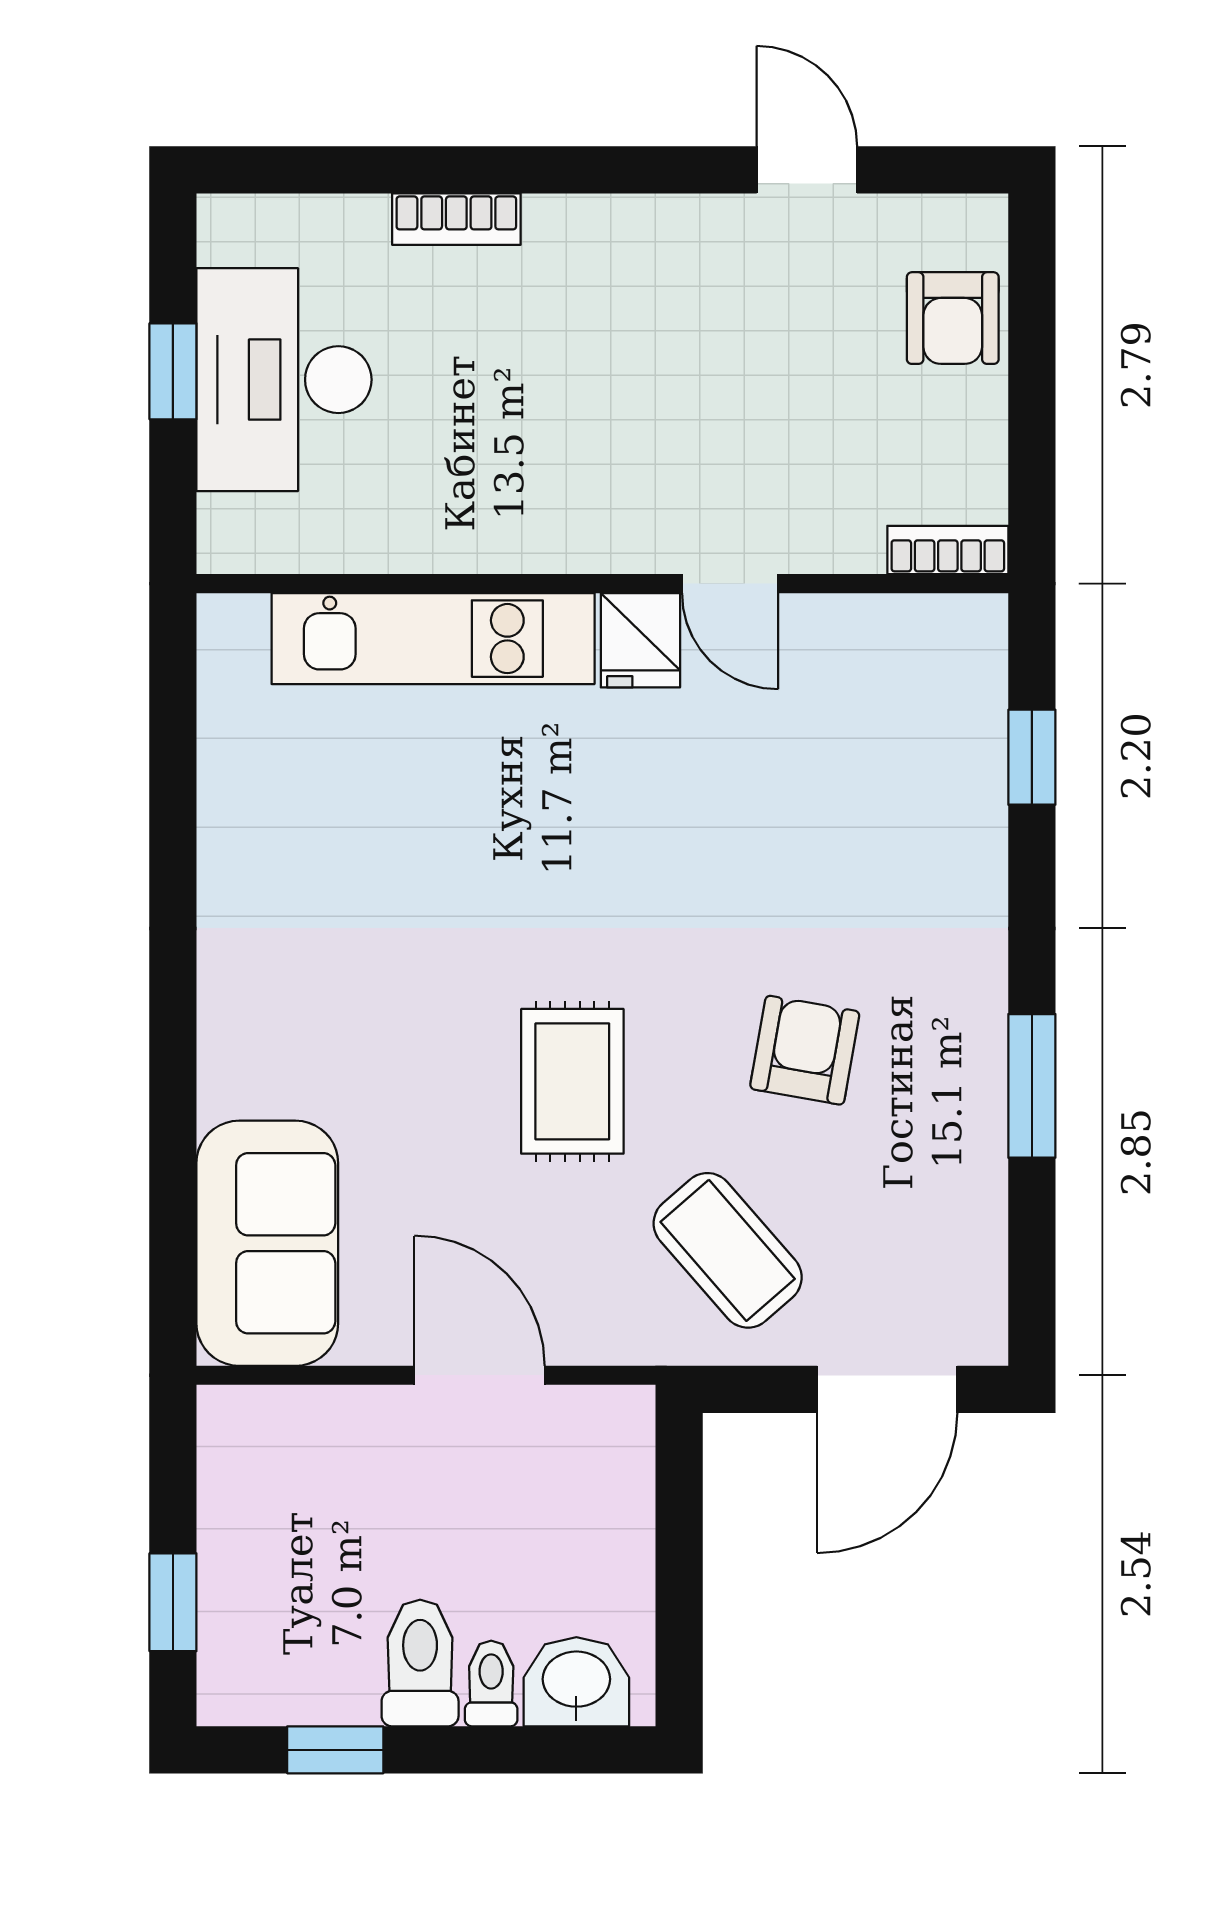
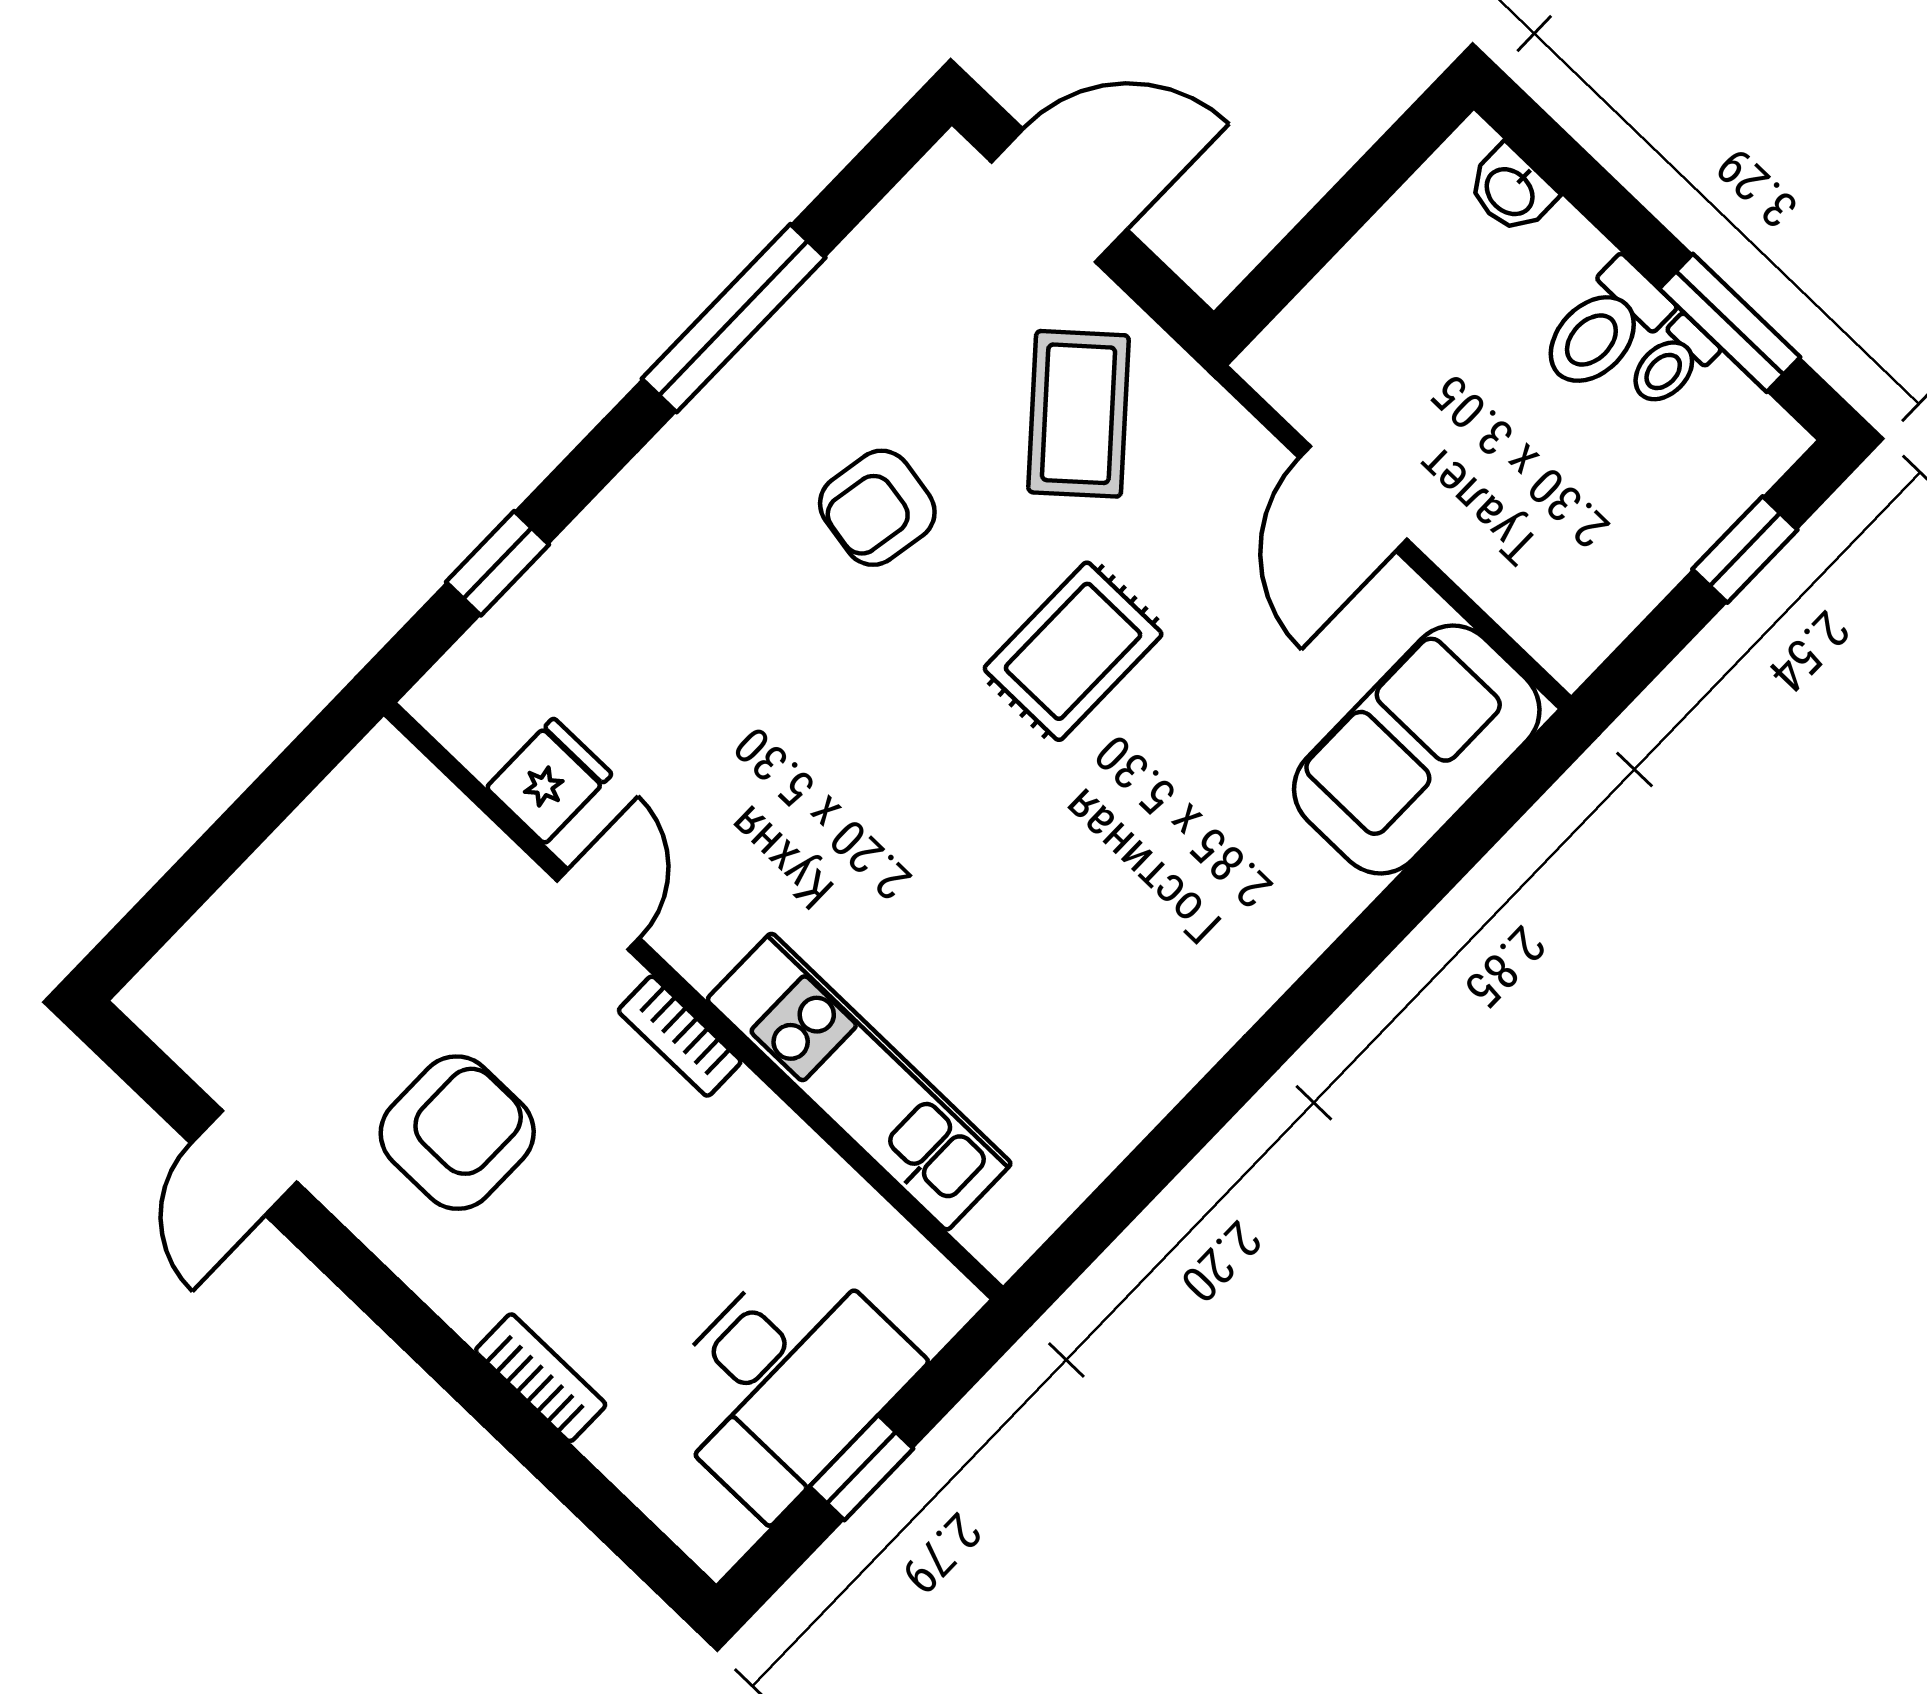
armchair: (953, 318) -> (457, 1133), moved, width x1.38, depth x1.38
bookcase: (948, 550) -> (680, 1036), moved
fridge: (640, 640) -> (549, 781), moved
window: (1032, 1086) -> (734, 318), width x1.44
washbasin: (576, 1682) -> (1511, 190), width x0.72, depth x0.69
toilet: (491, 1683) -> (1672, 363), moved
window: (335, 1750) -> (1730, 323), width x1.50

